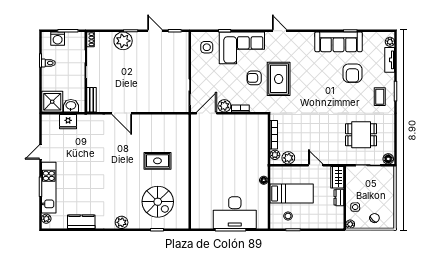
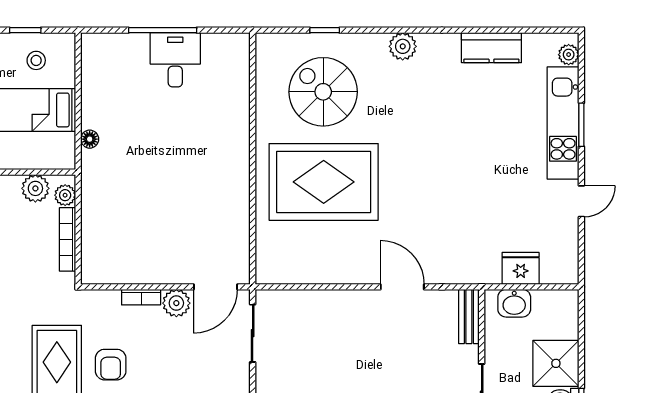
armchair: (254, 78) -> (111, 365), turned 90
shower: (52, 102) -> (556, 363), moved
rug: (157, 161) -> (324, 182), width x1.86, depth x2.06
desk: (235, 213) -> (175, 60), width x0.53, depth x0.77

